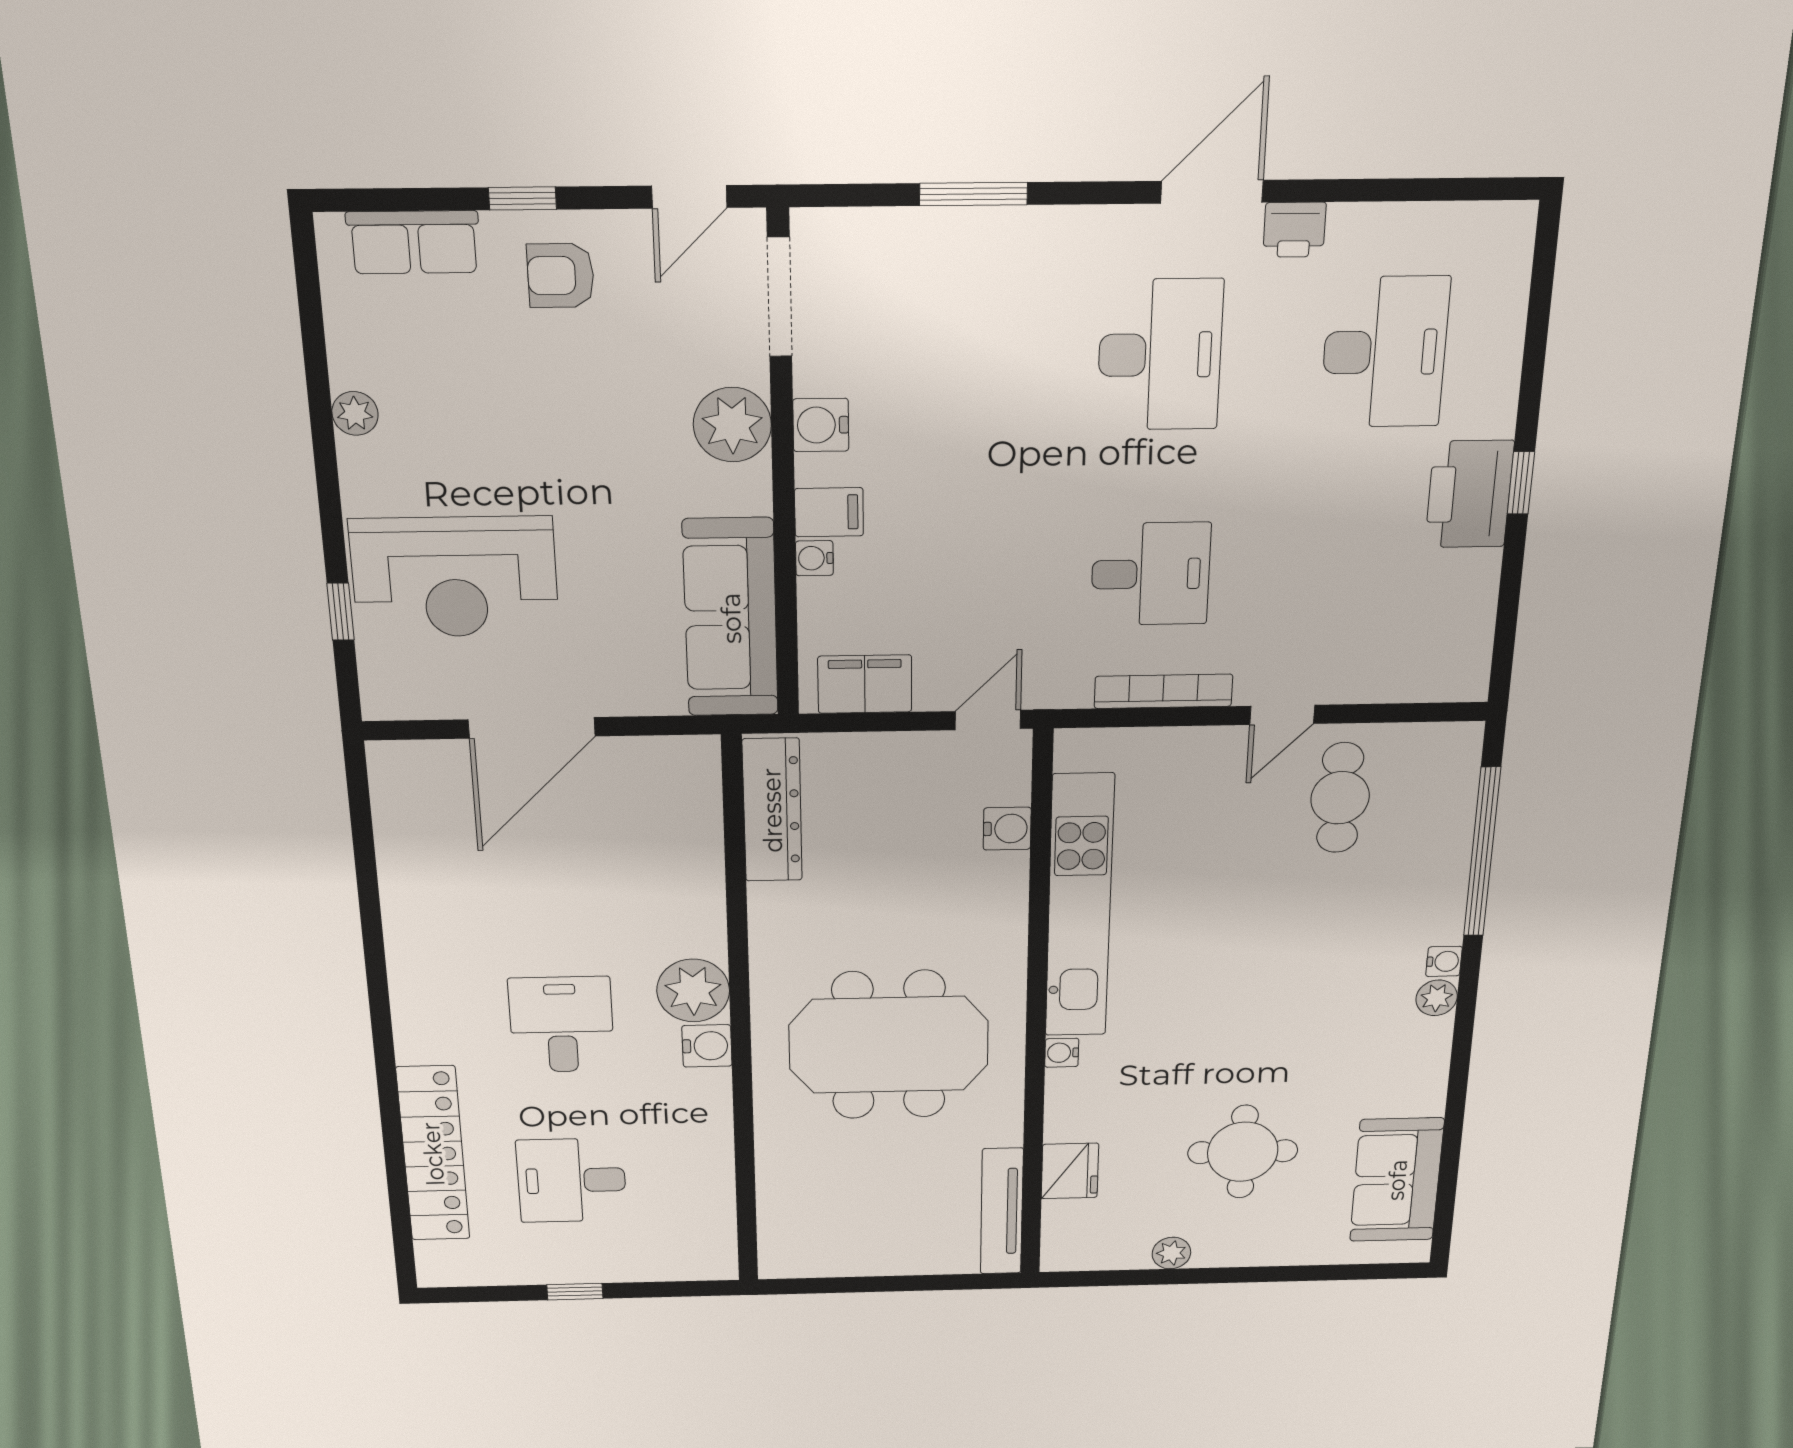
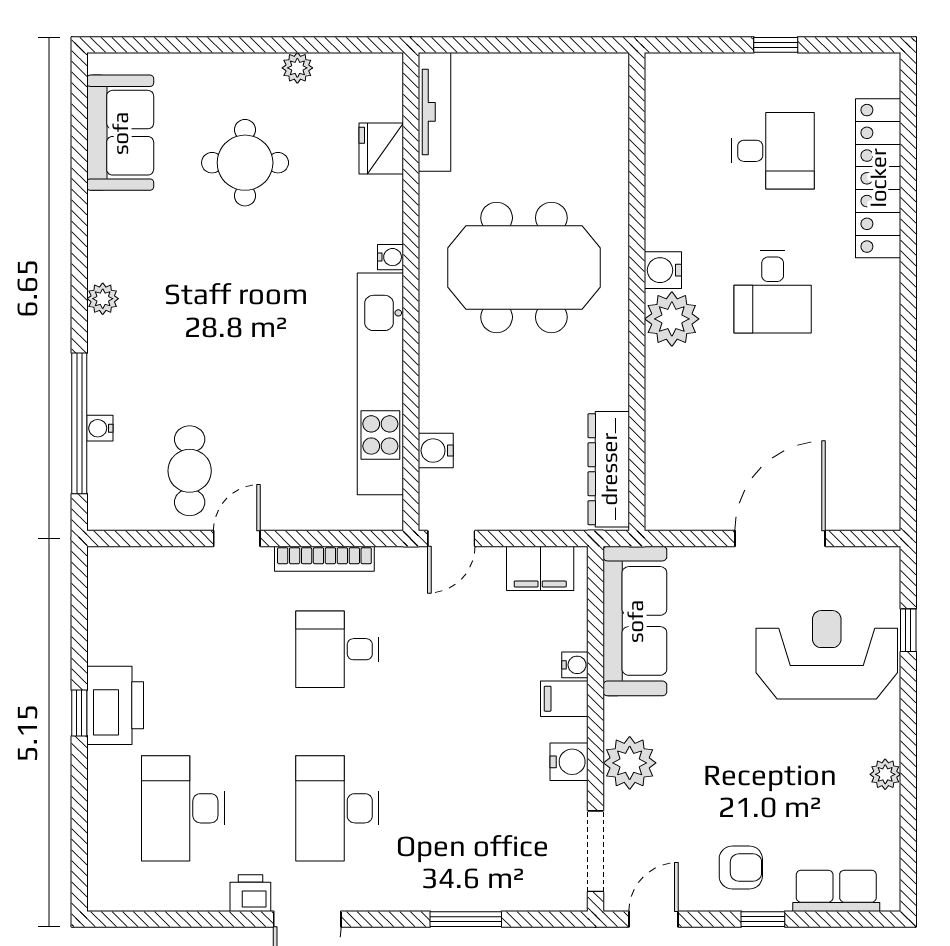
water cooler: (1444, 961) -> (100, 428), moved

